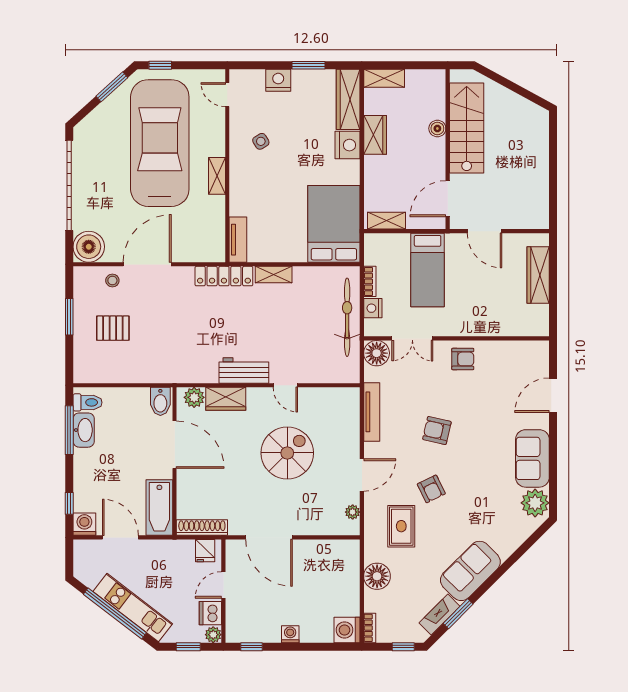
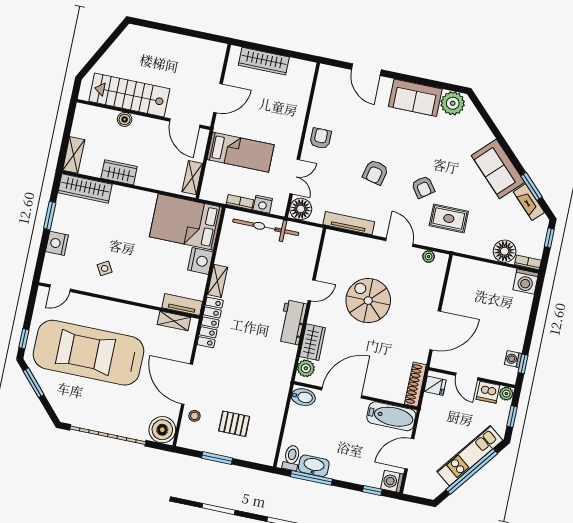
nightstand: (347, 145) -> (200, 261), moved, turned 90
shelving: (217, 176) -> (174, 321), moved
pallet: (113, 328) -> (234, 424), turned 90
armchair: (431, 489) -> (423, 187), turned 80
floor lamp: (377, 576) -> (505, 251), moved
washing machine: (290, 634) -> (513, 359), moved

